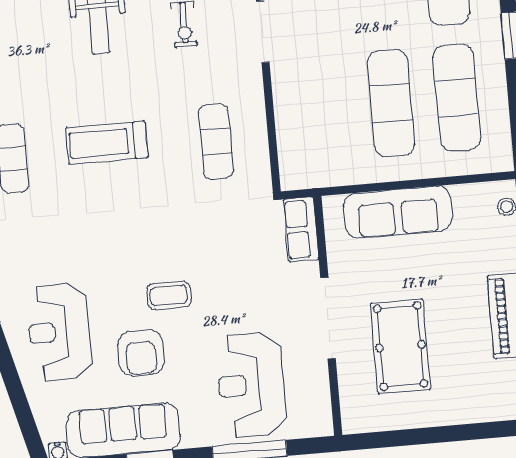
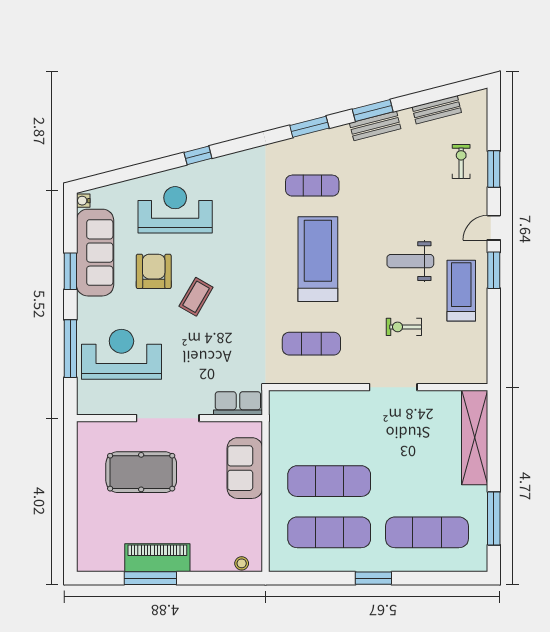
treadmill: (107, 143) -> (318, 259), width x1.37, depth x1.38
sofa: (398, 212) -> (245, 468), width x0.73
coffee table: (169, 295) -> (196, 297), turned 30
armchair: (141, 353) -> (154, 271), turned 90

